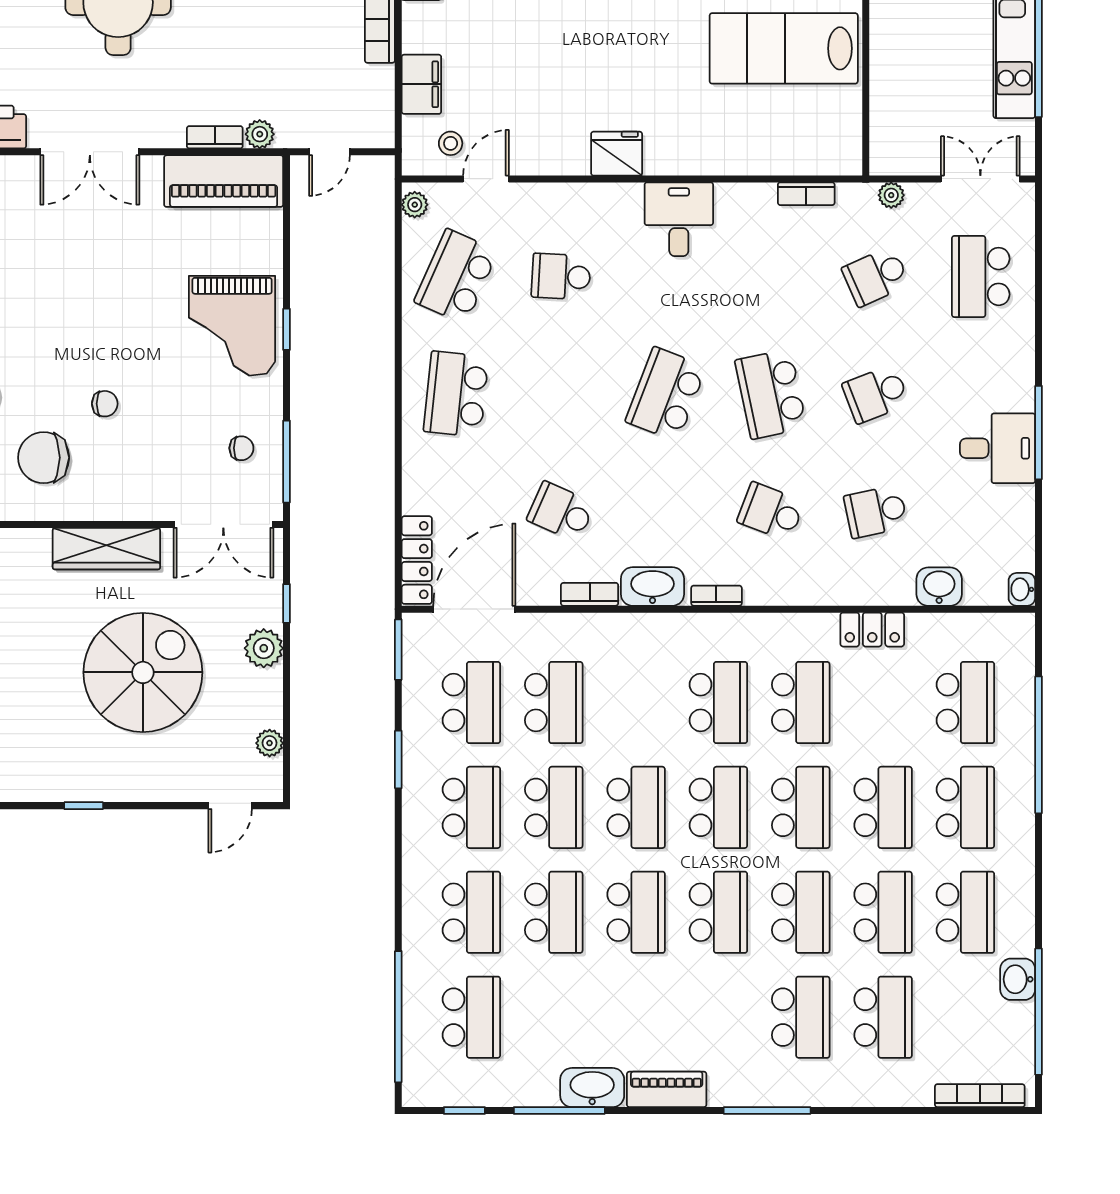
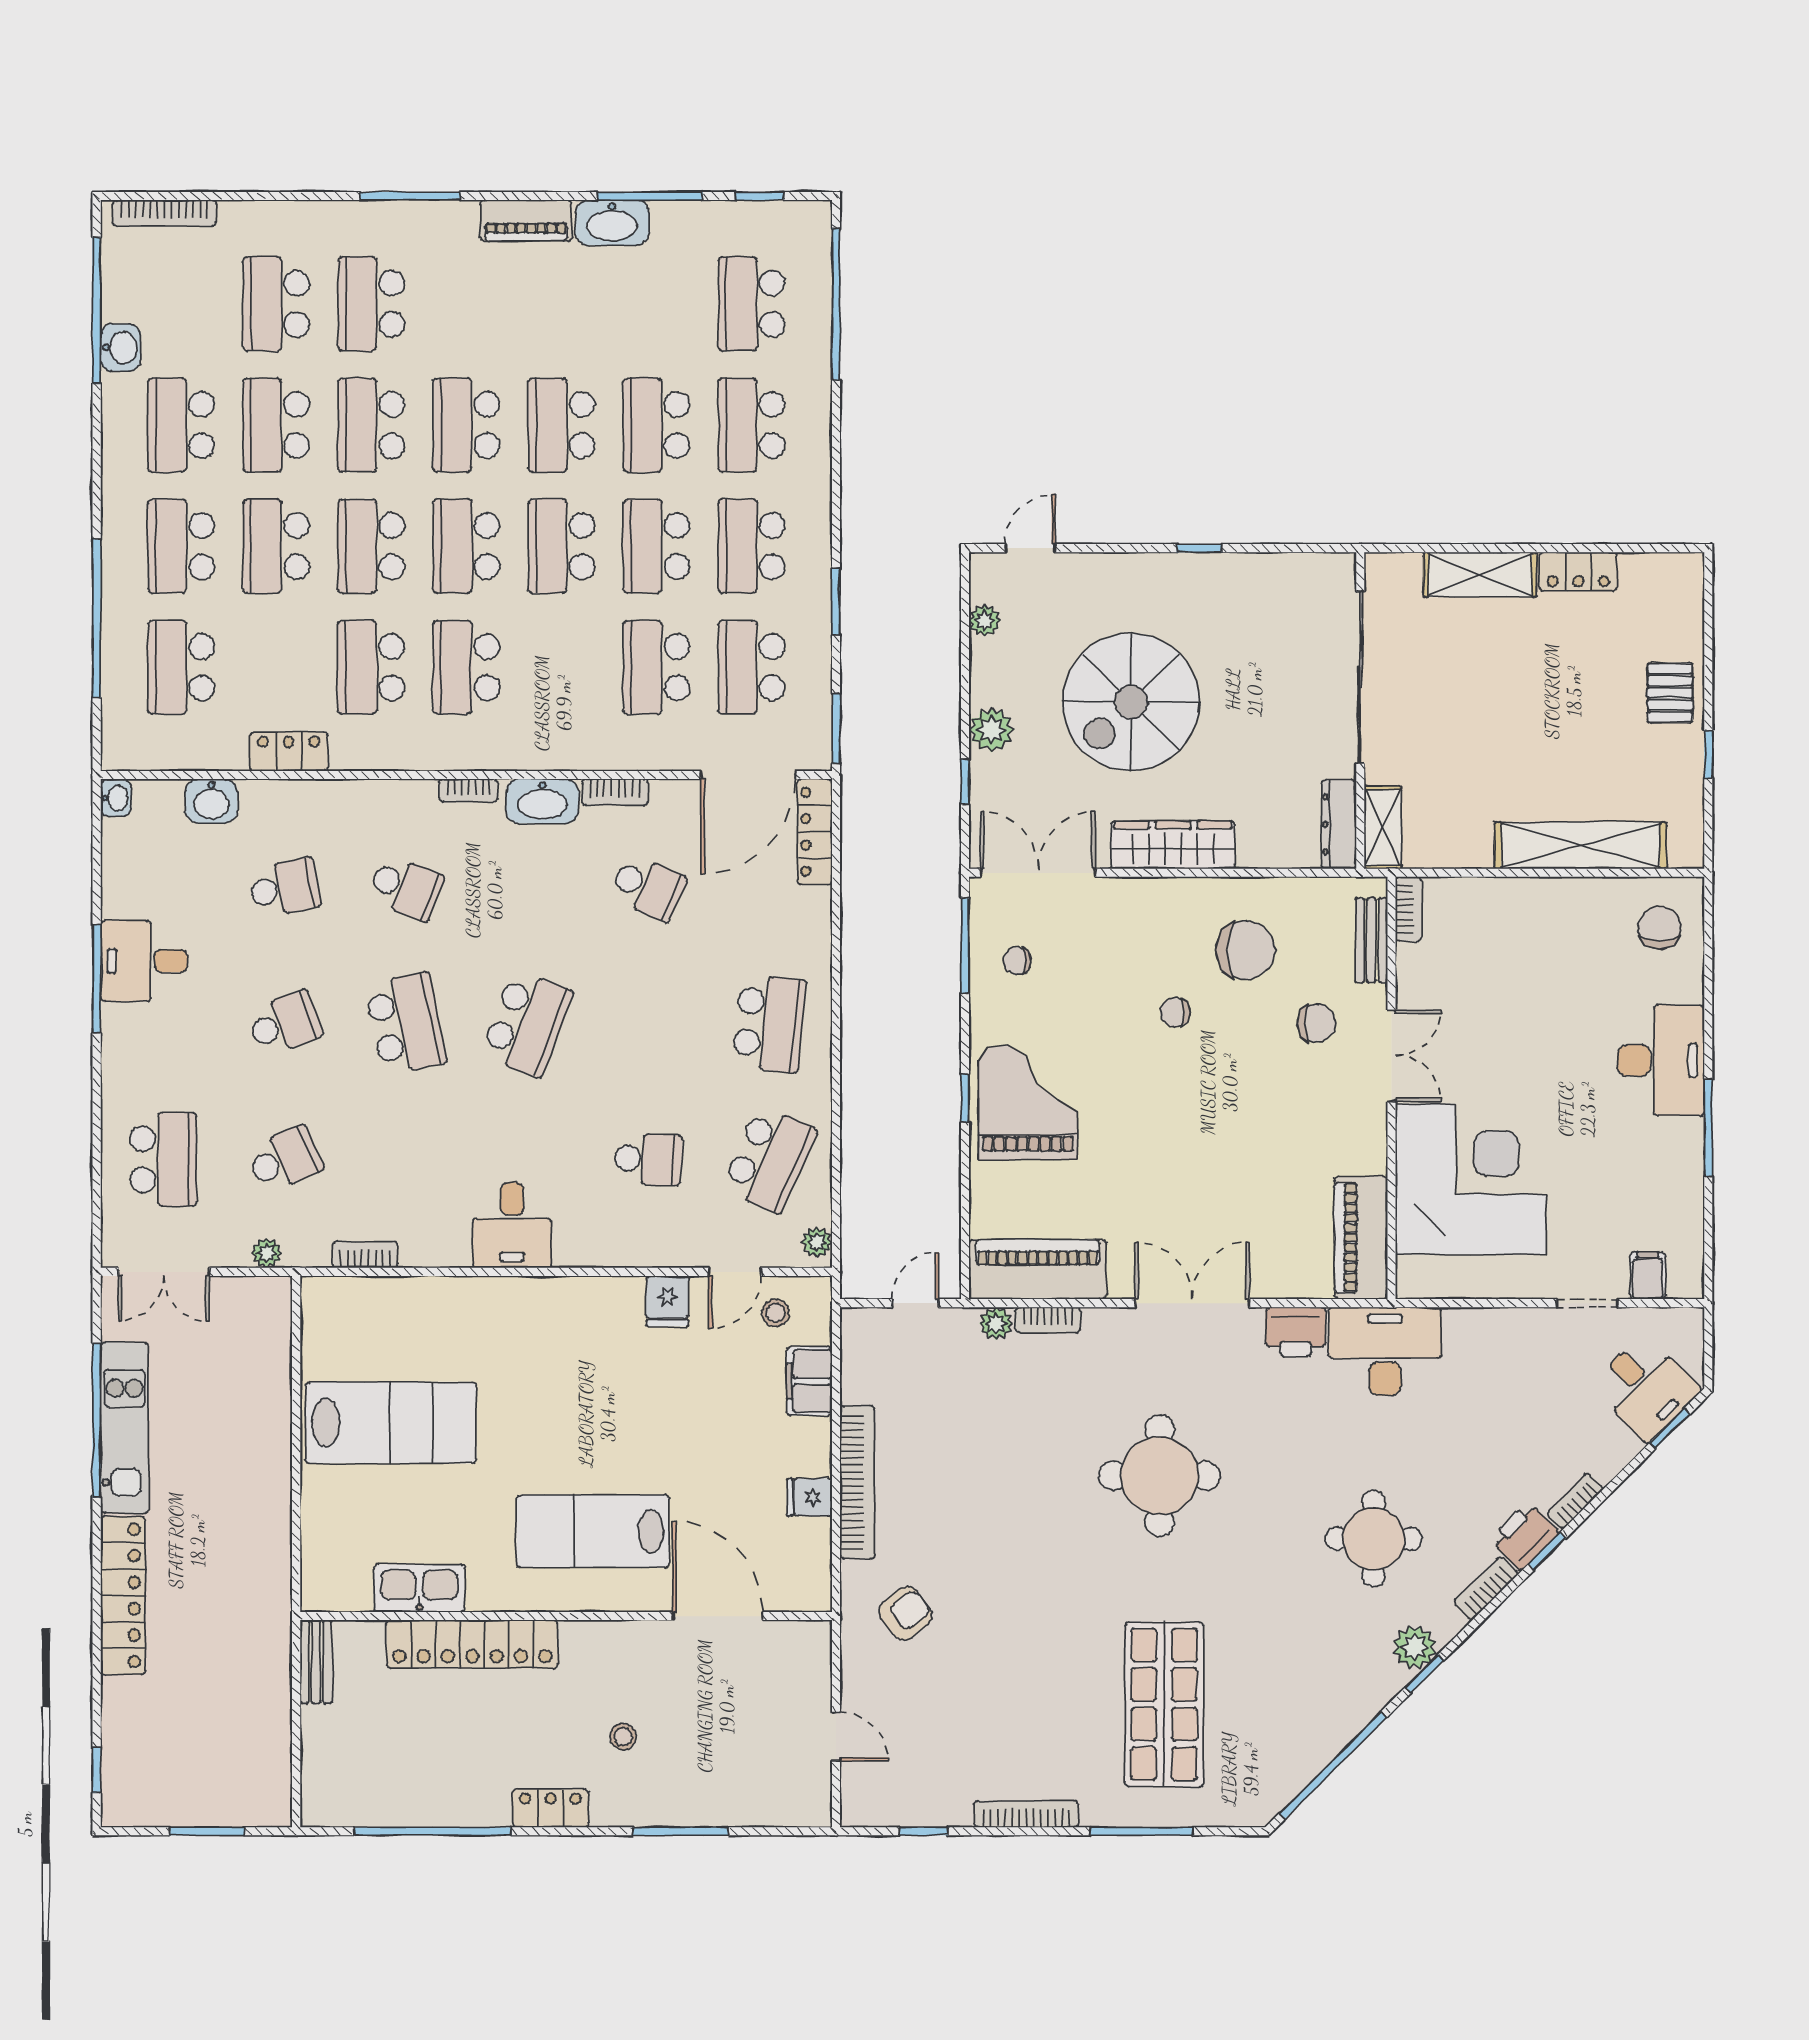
fridge: (617, 154) -> (667, 1301), moved, width x0.72

